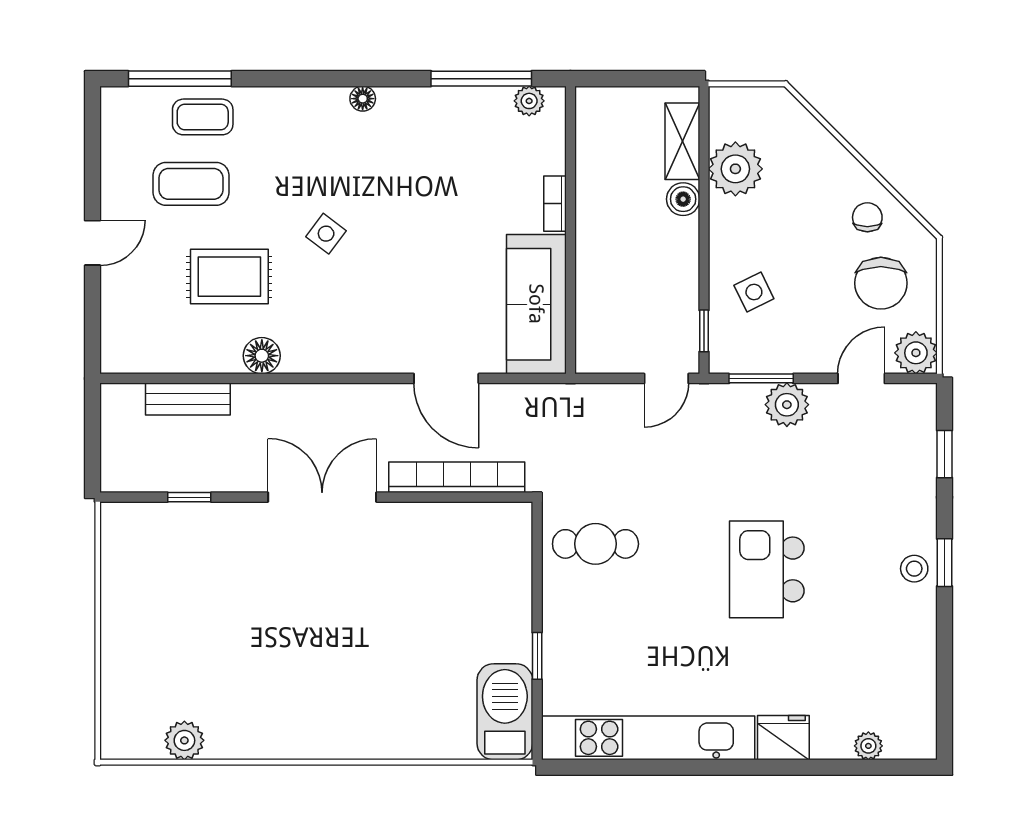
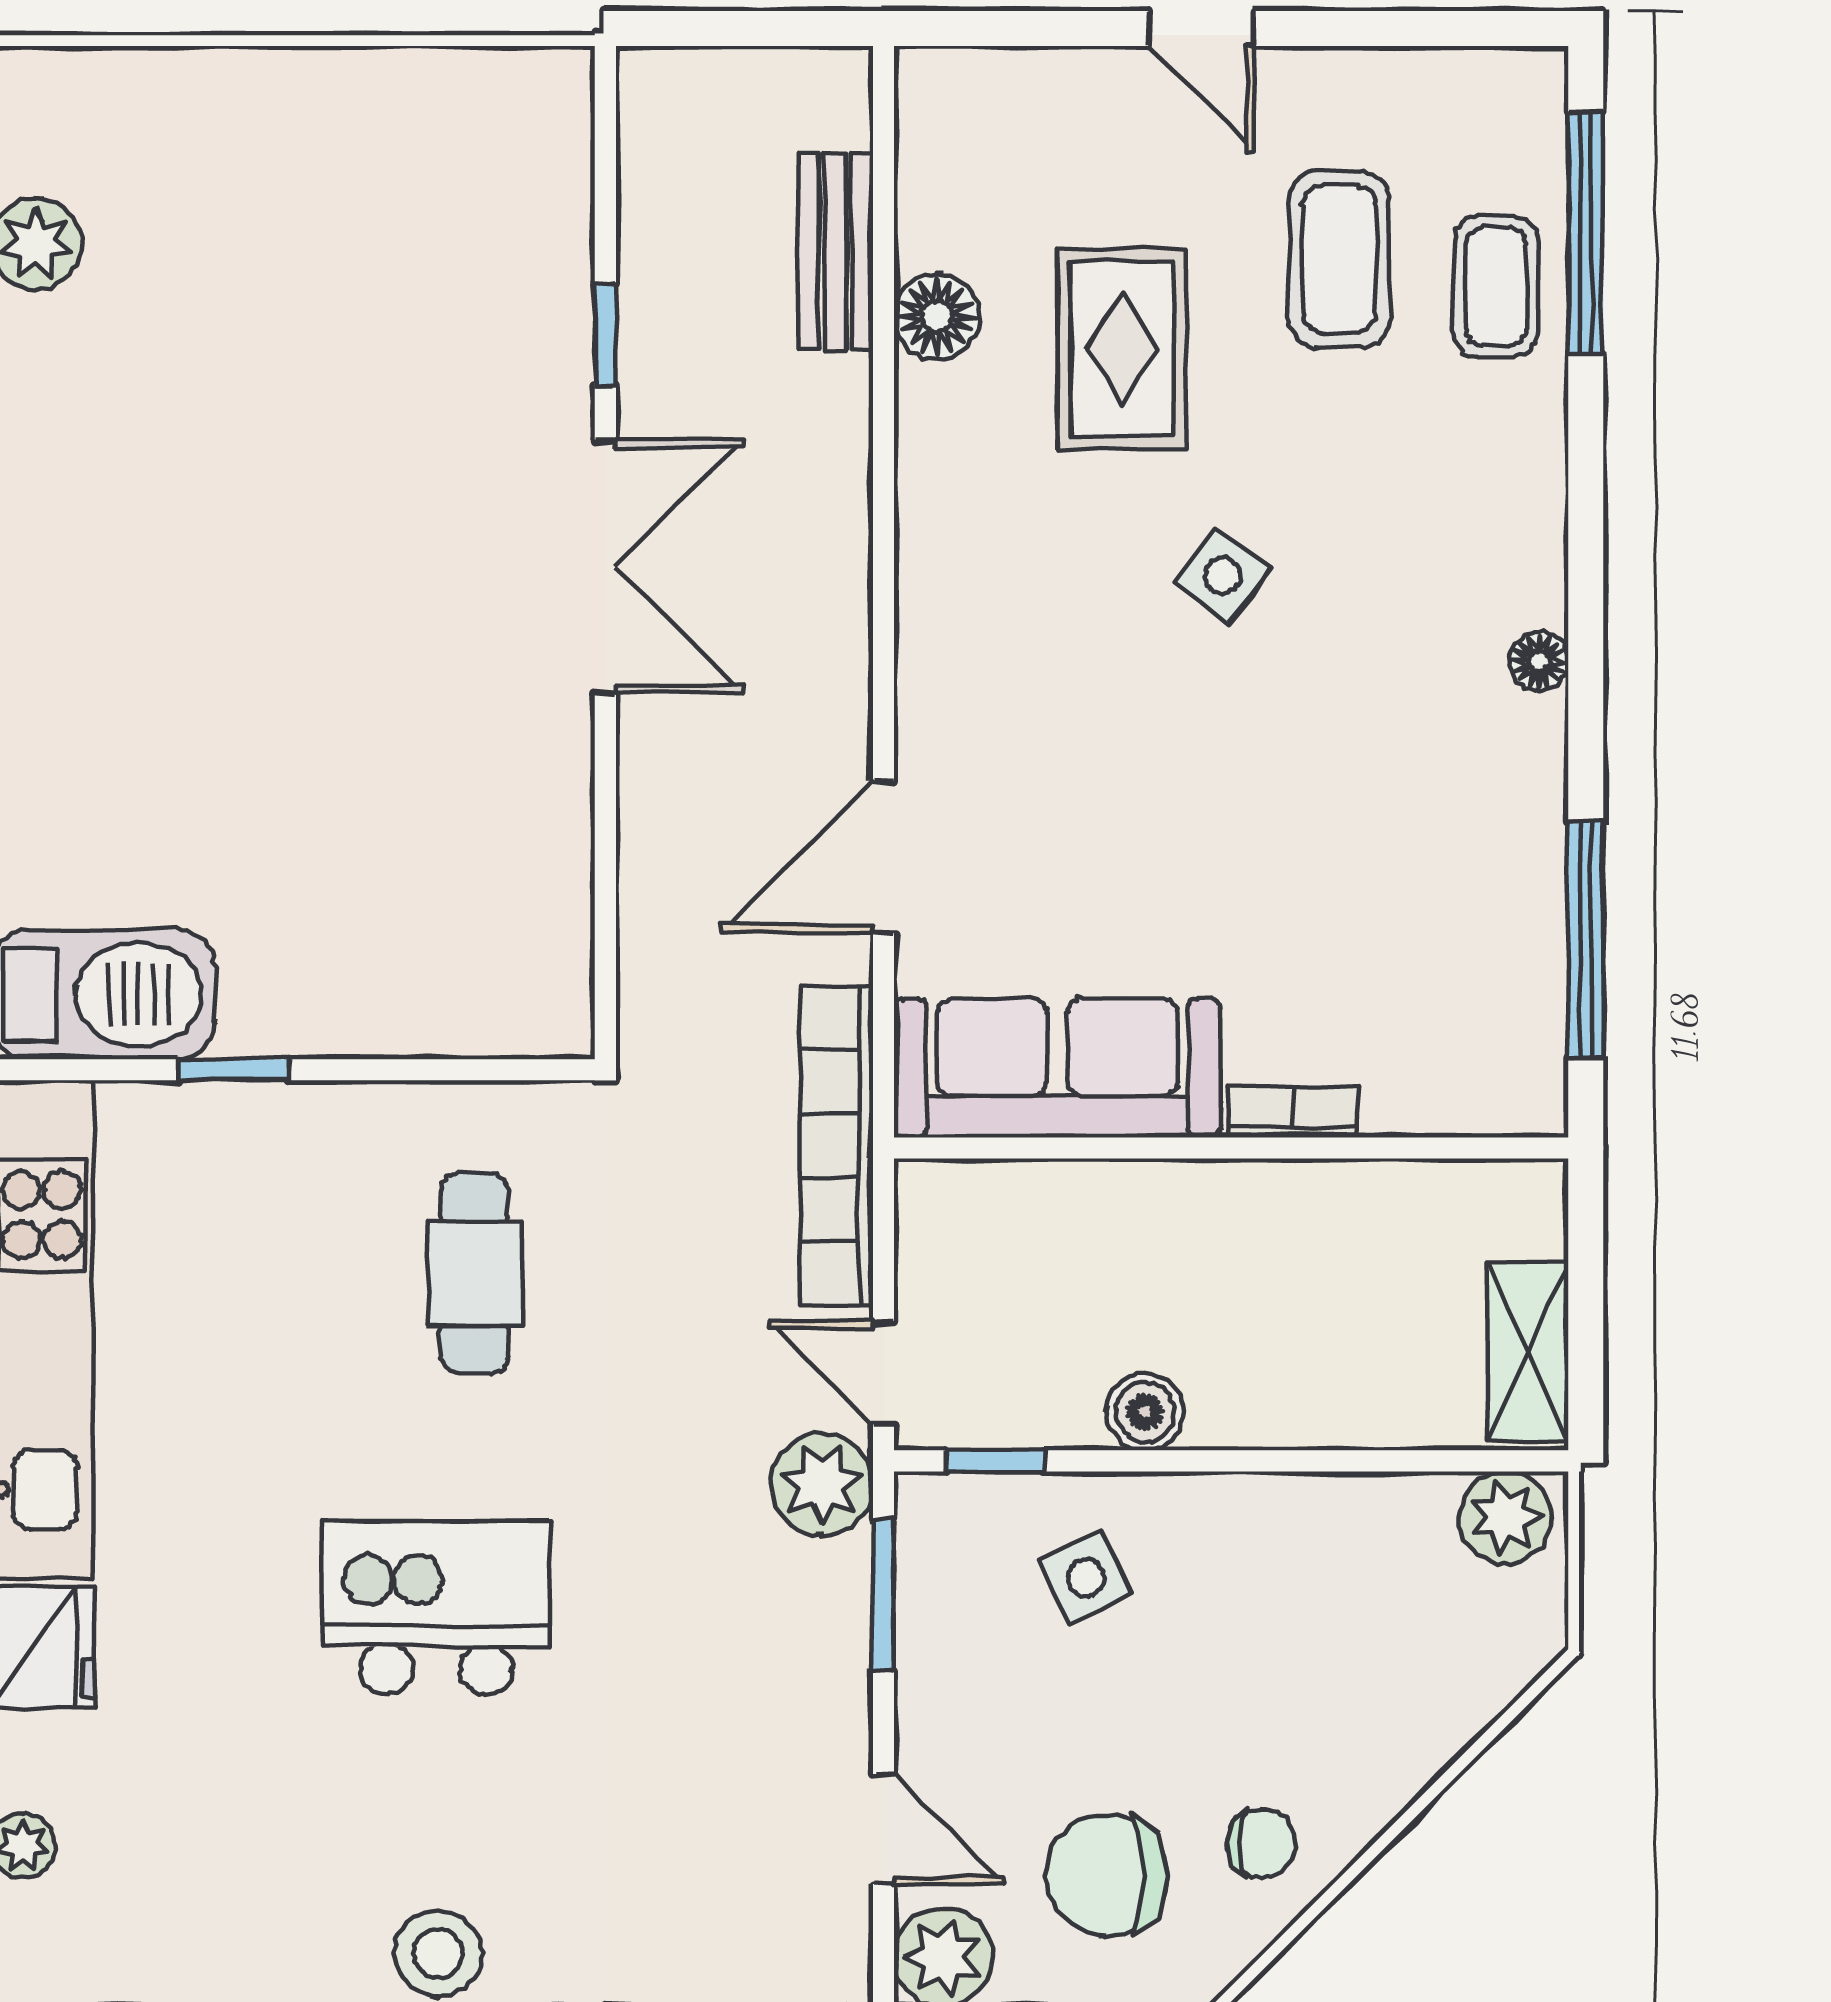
plant: (529, 101) -> (1534, 1051), removed
shelving: (682, 141) -> (1528, 1352), moved, turned 90
plant: (735, 169) -> (1506, 1518), moved, width x0.73, depth x0.73
boiler: (683, 199) -> (1145, 1412), moved
floor lamp: (262, 356) -> (937, 316), moved
plant: (787, 405) -> (822, 1484), moved
bookcase: (457, 477) -> (837, 1145), moved, turned 180
window: (189, 497) -> (605, 336), moved
cafe table: (595, 544) -> (475, 1273), moved
stool: (914, 569) -> (438, 1953), width x1.37, depth x1.37

